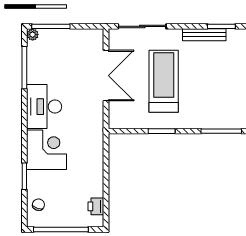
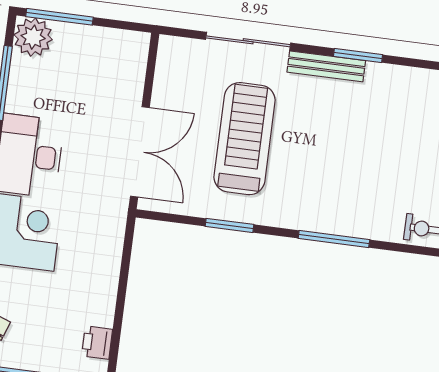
sliding door: (142, 26) -> (248, 41), moved
plant: (33, 35) -> (33, 37), width x1.87, depth x1.87
double door: (106, 76) -> (140, 152), moved

